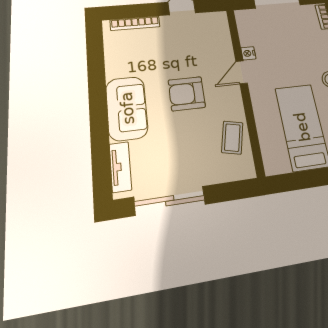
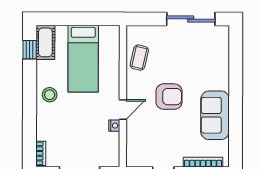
sofa: (127, 108) -> (215, 115), moved
tv unit: (120, 167) -> (223, 47), removed

